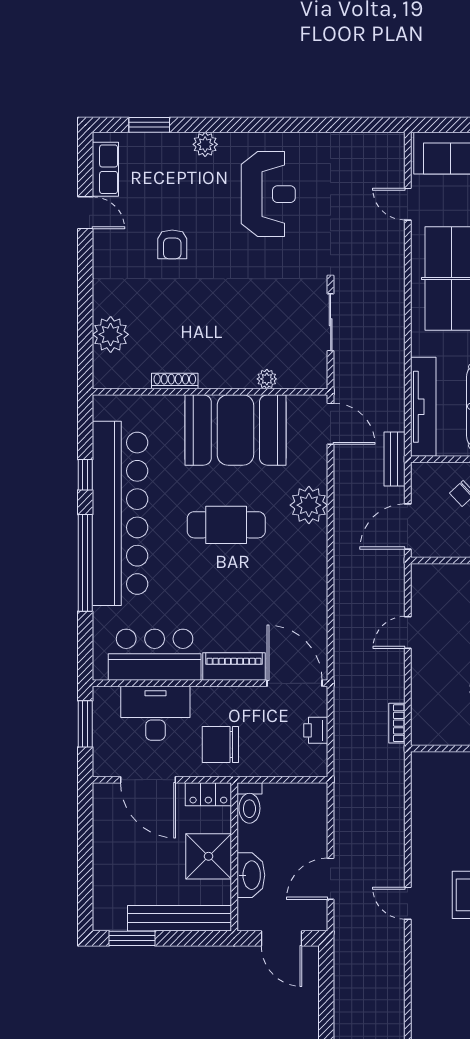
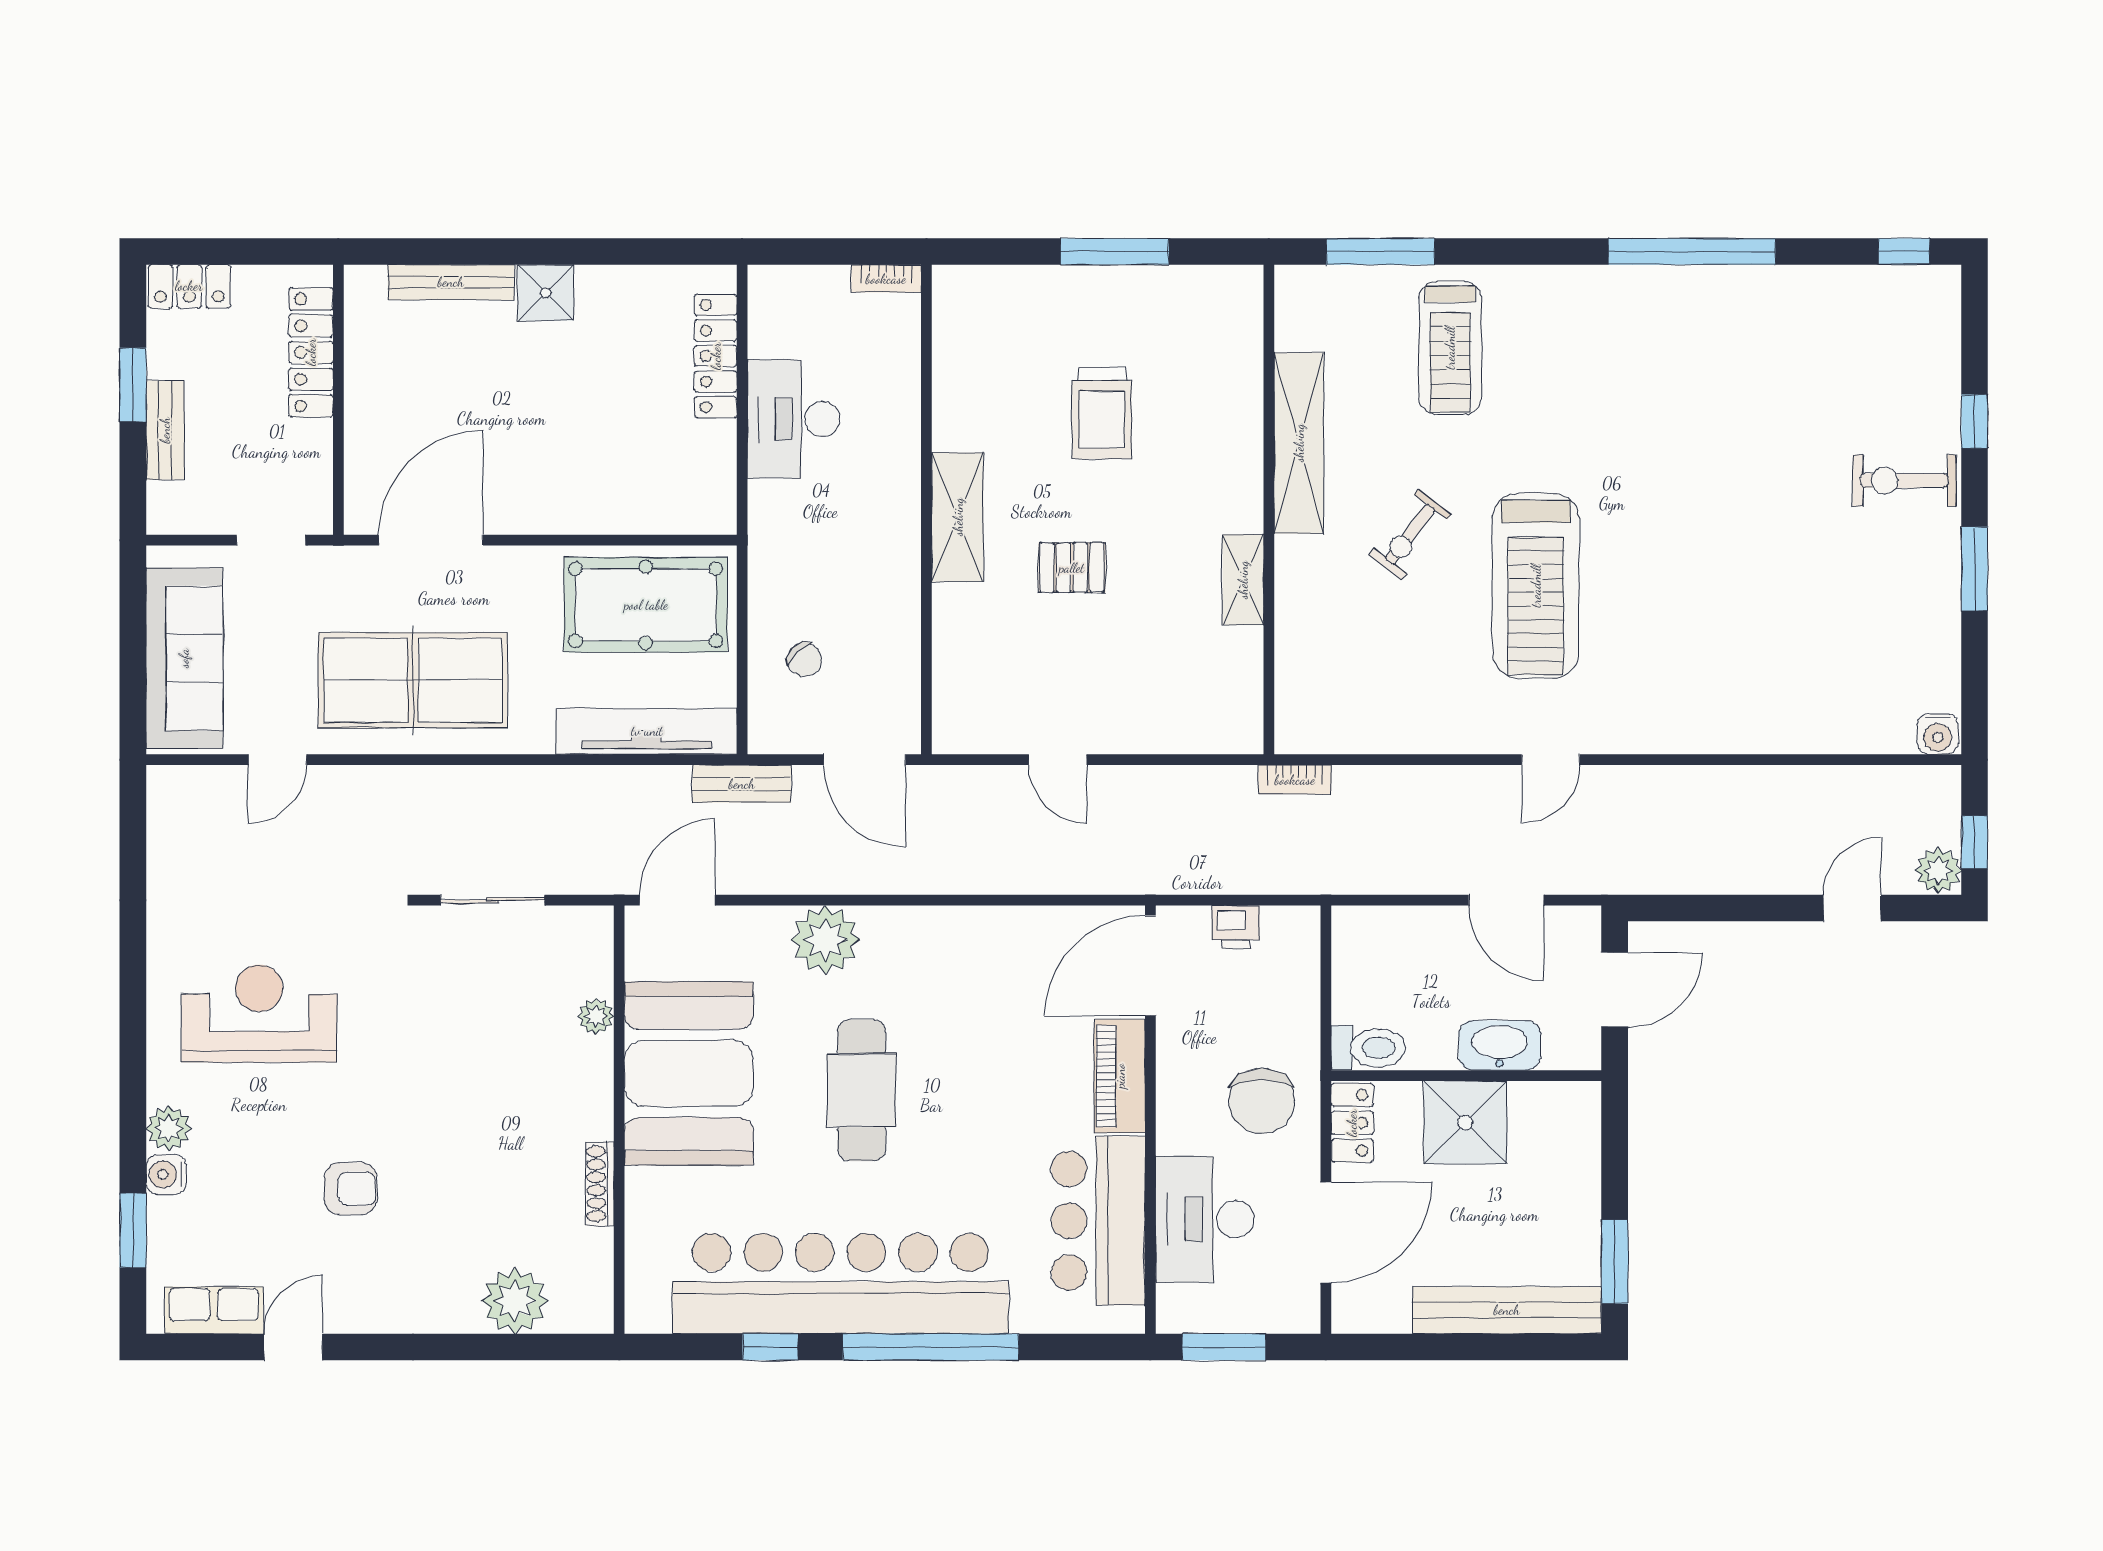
water cooler: (180, 143) -> (166, 1175), added
bookcase: (397, 723) -> (1295, 780), moved
bench: (179, 918) -> (1507, 1310), moved, turned 90

